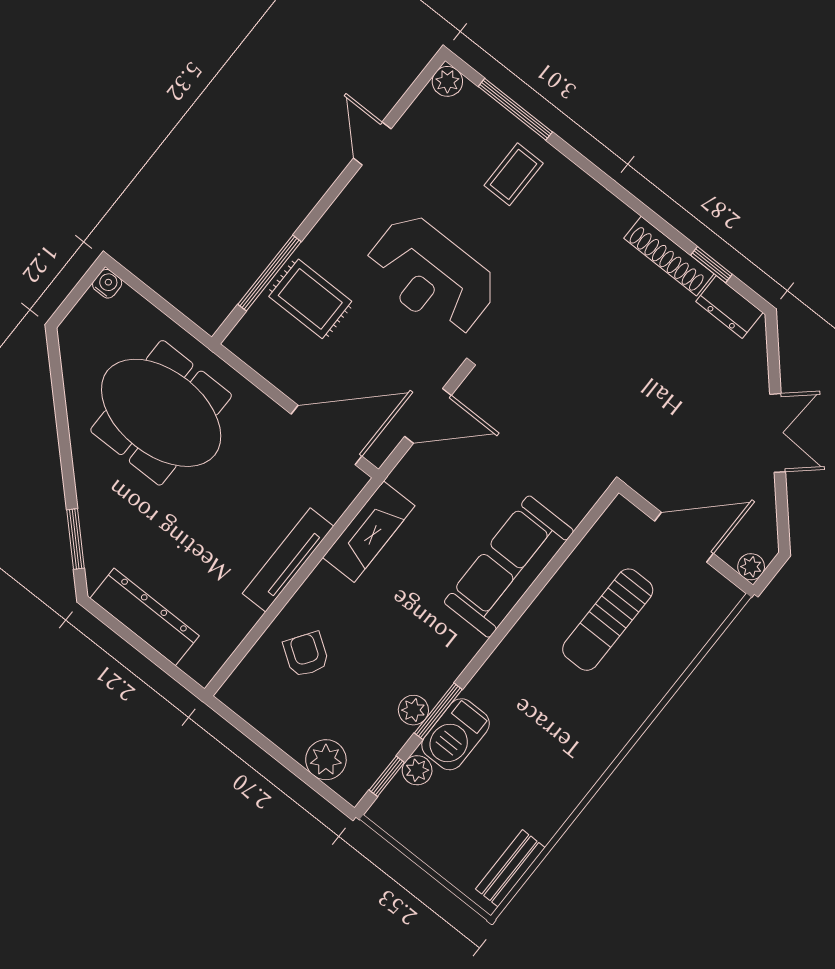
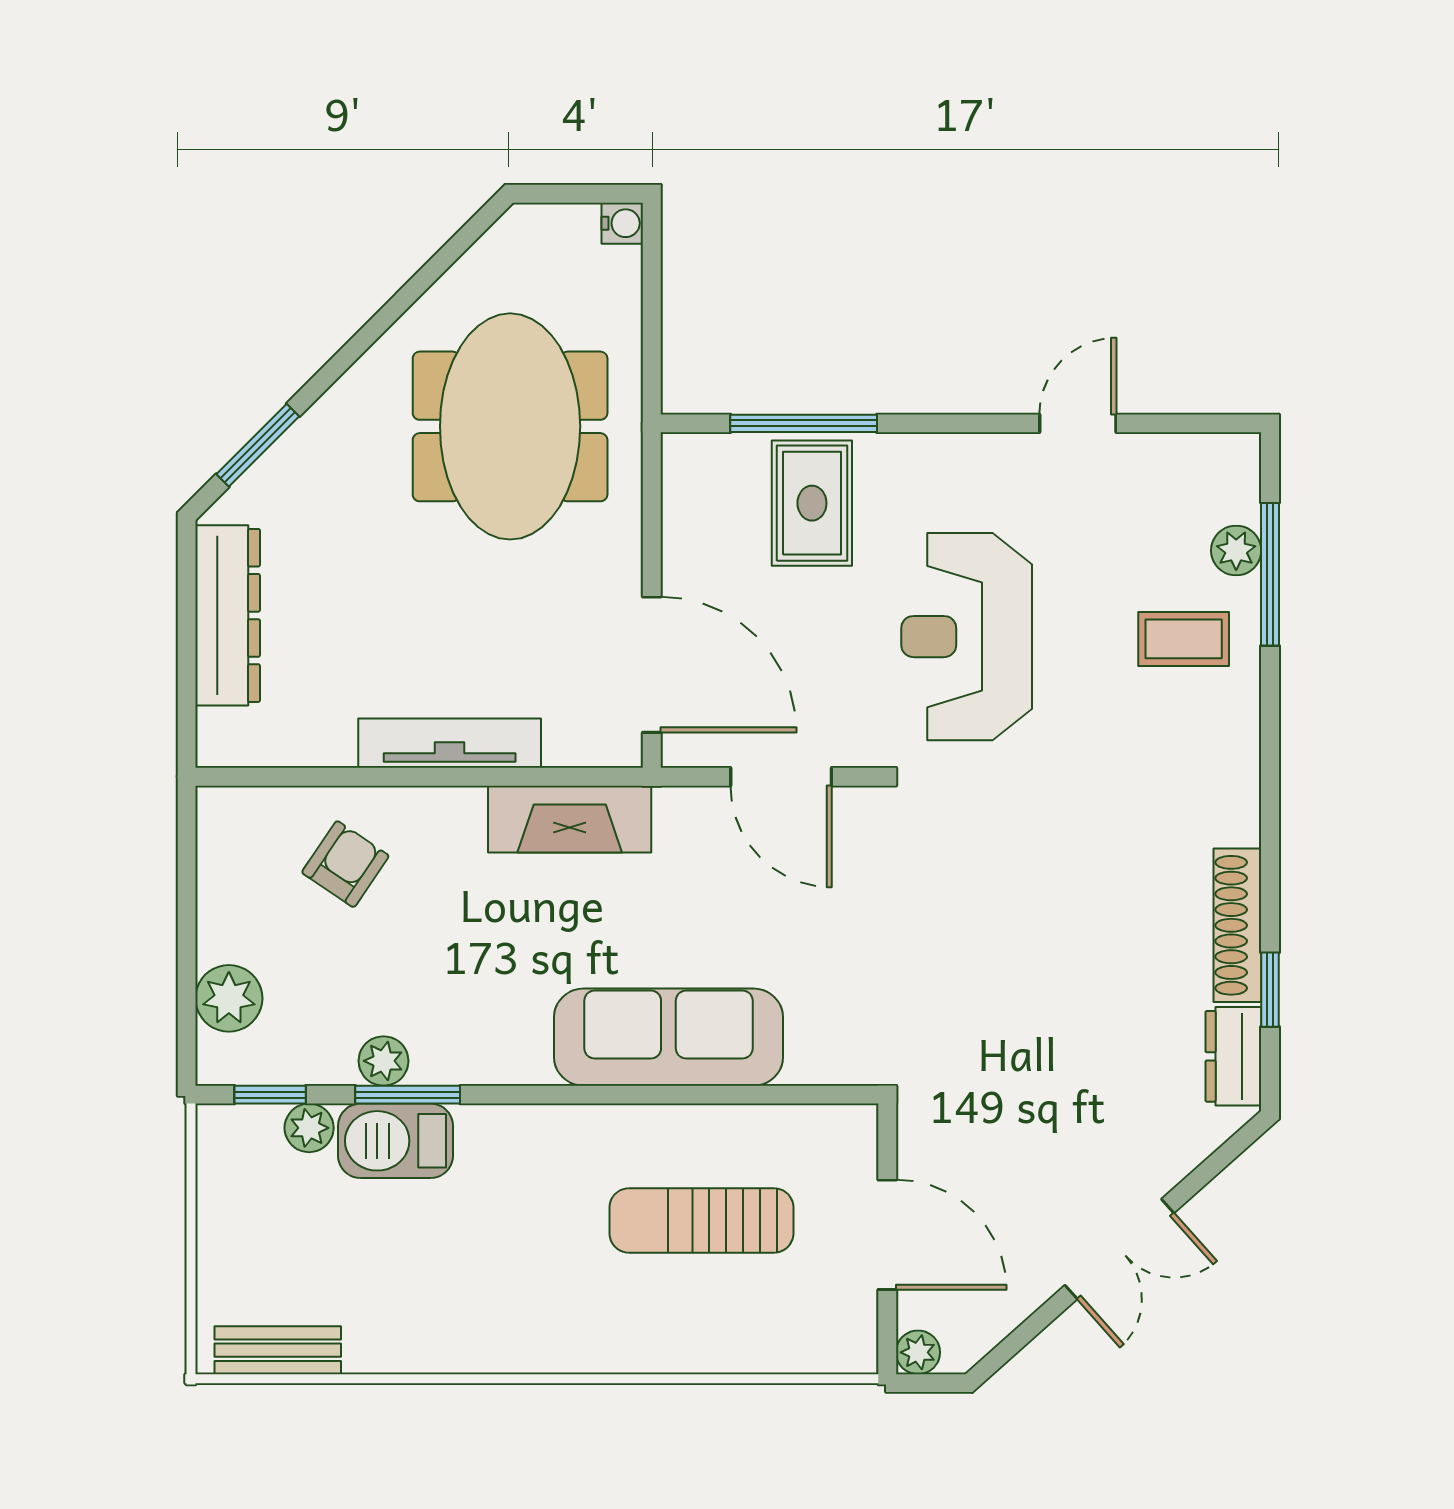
plant: (447, 81) -> (1236, 551), moved

